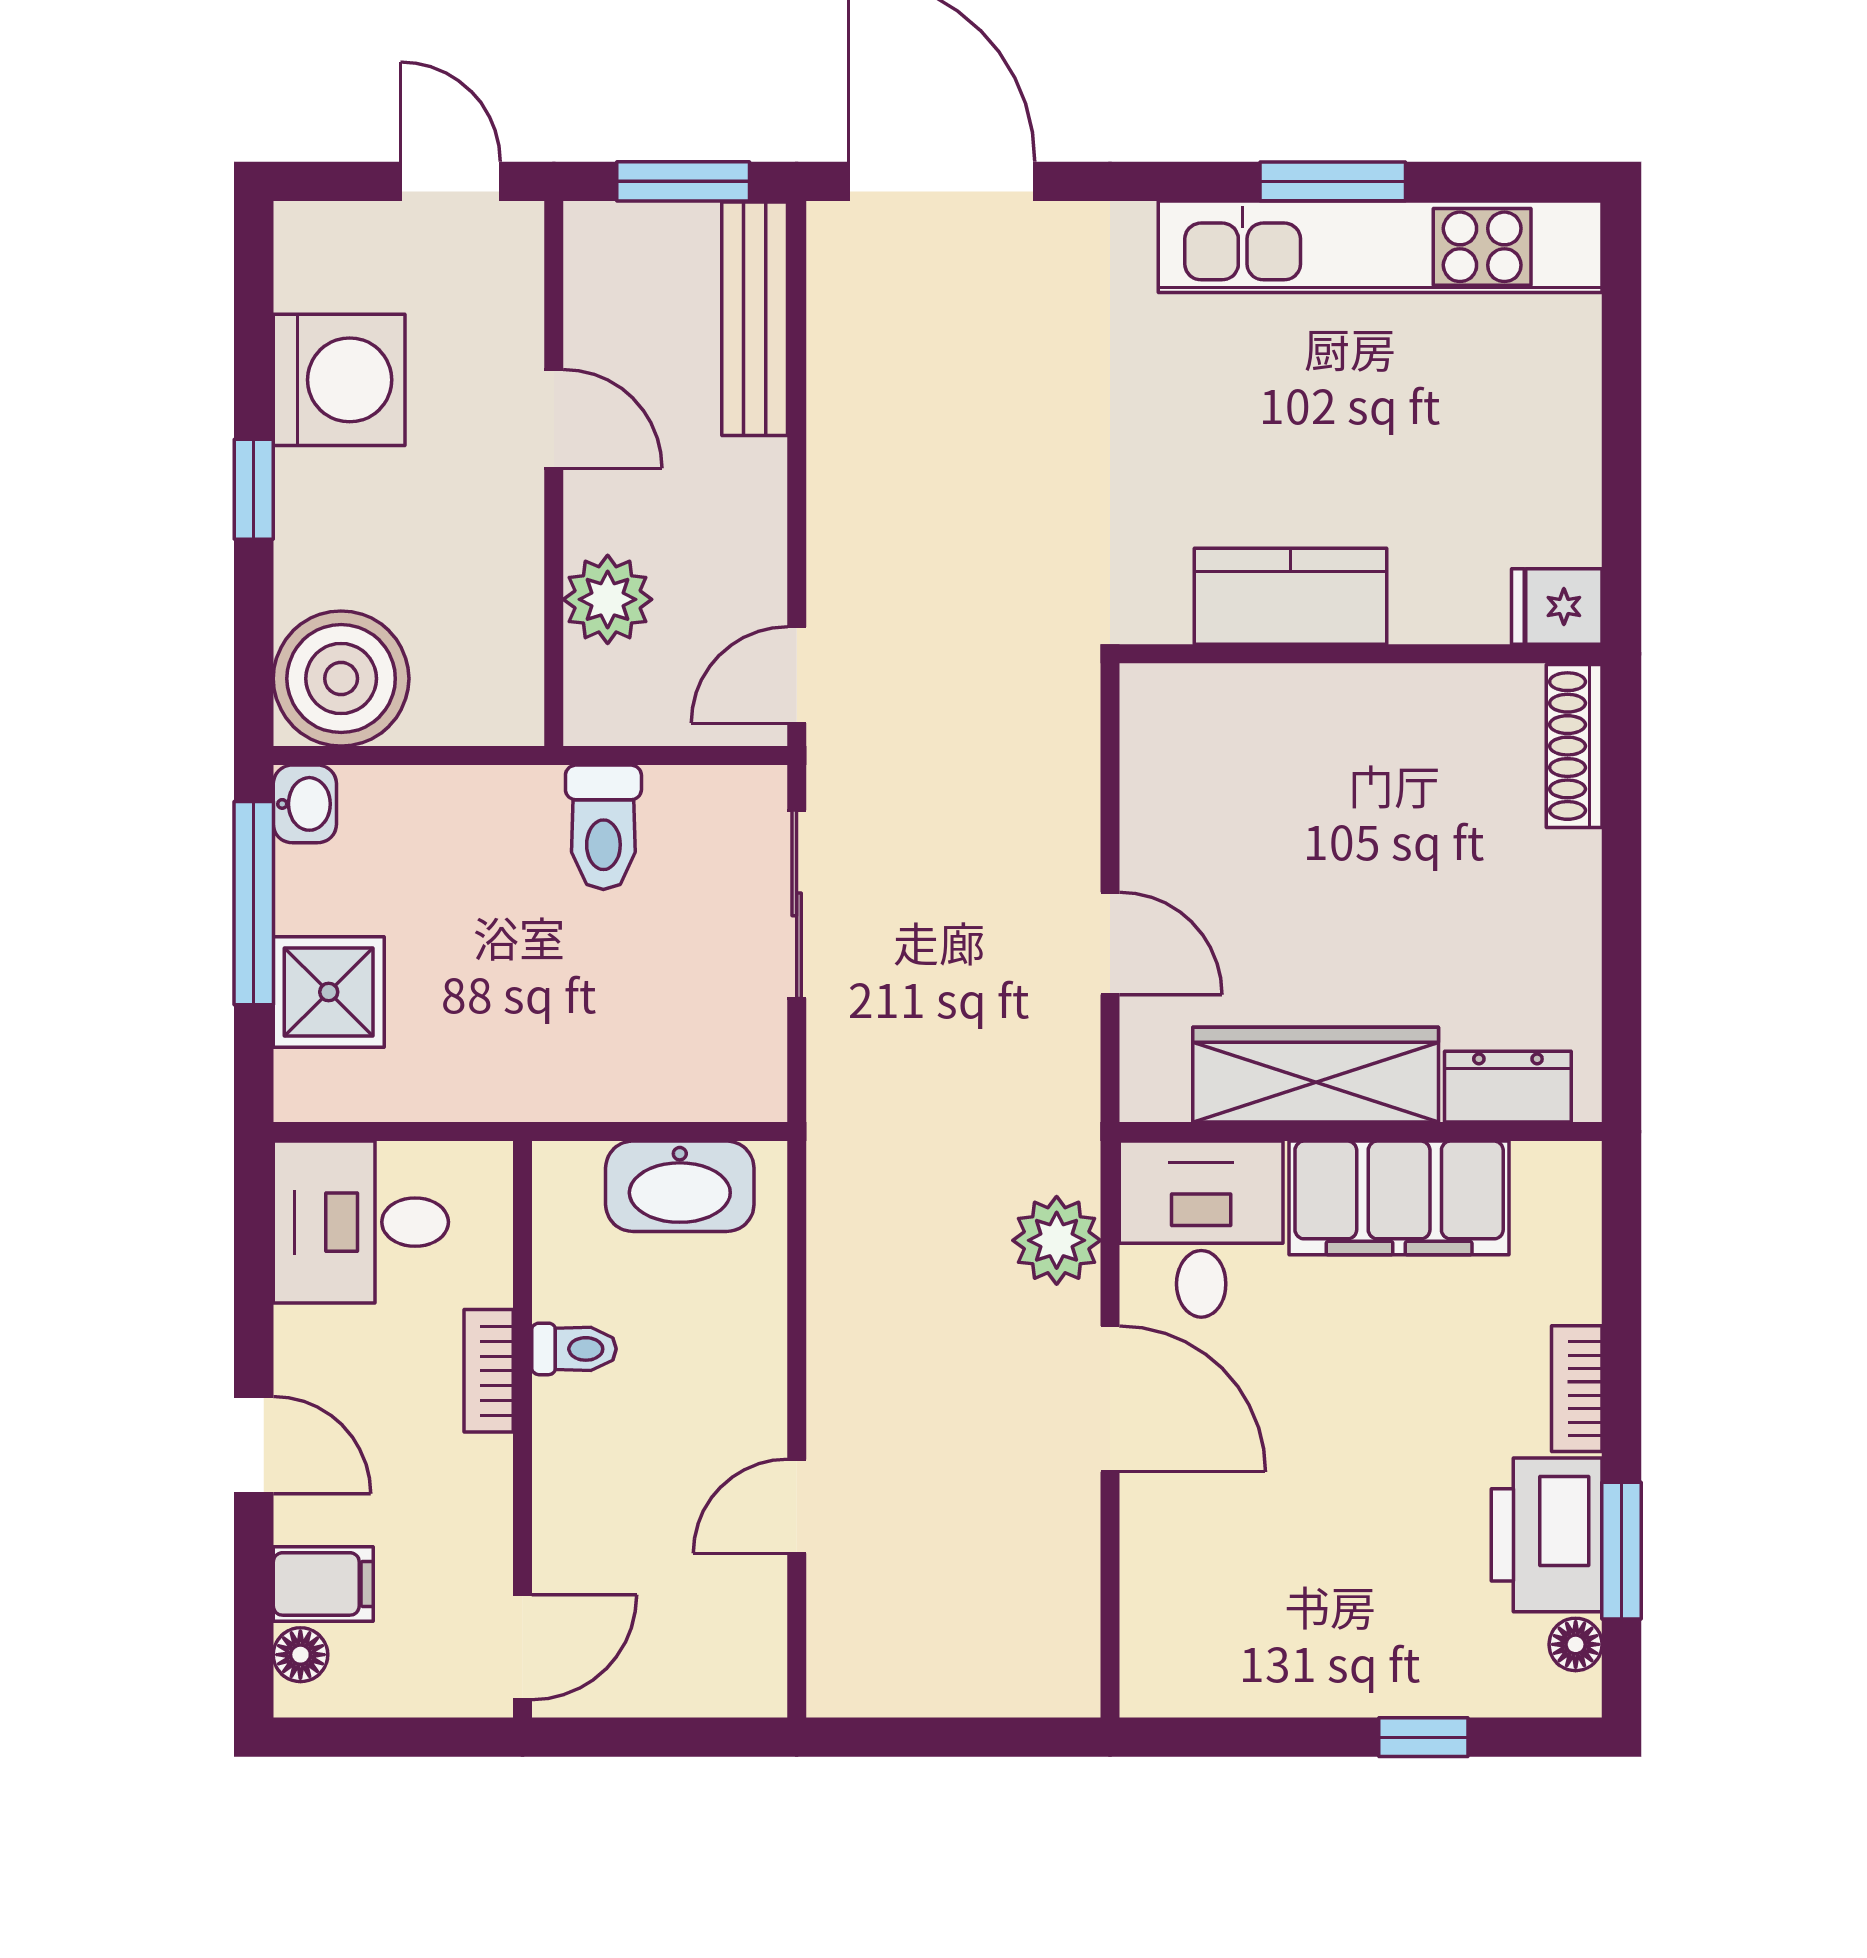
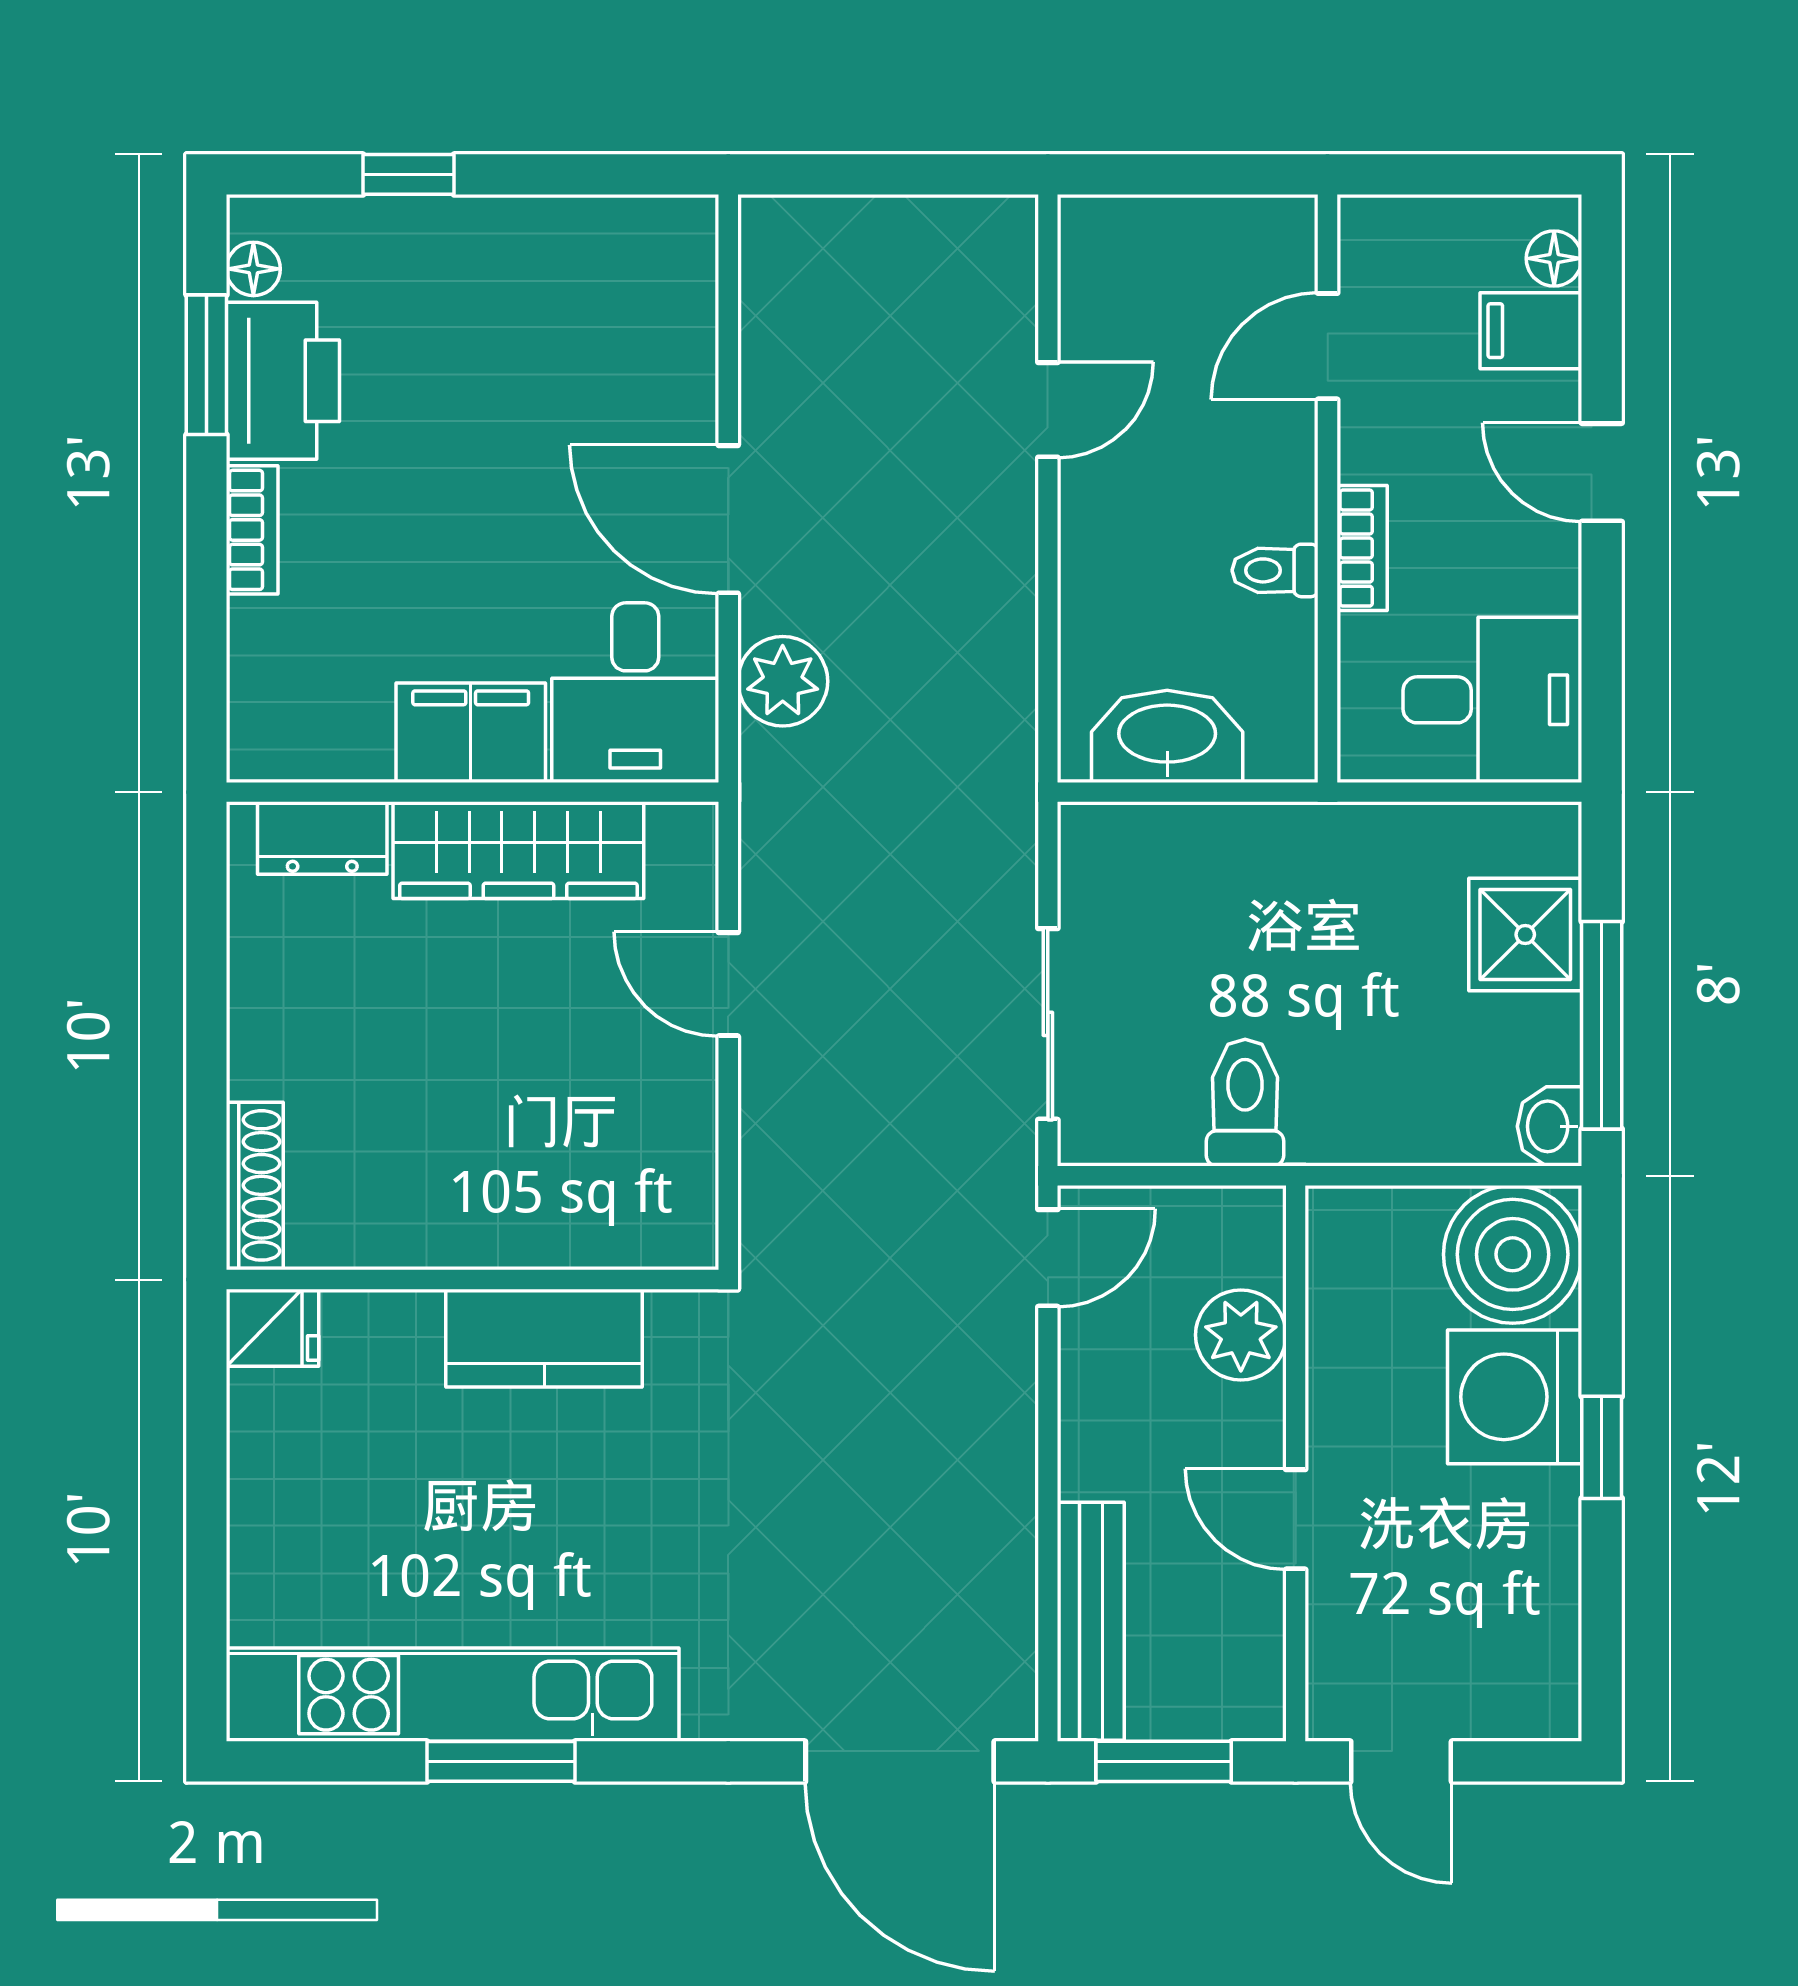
washing machine: (339, 380) -> (1515, 1397), moved
filing cabinet: (1399, 1198) -> (471, 733), width x0.67, depth x0.86
door: (522, 1647) -> (1328, 346), moved

